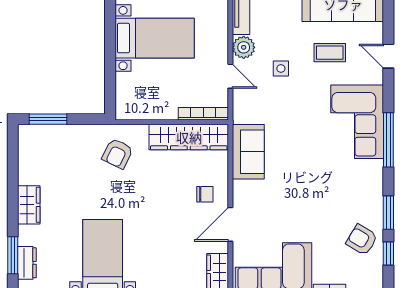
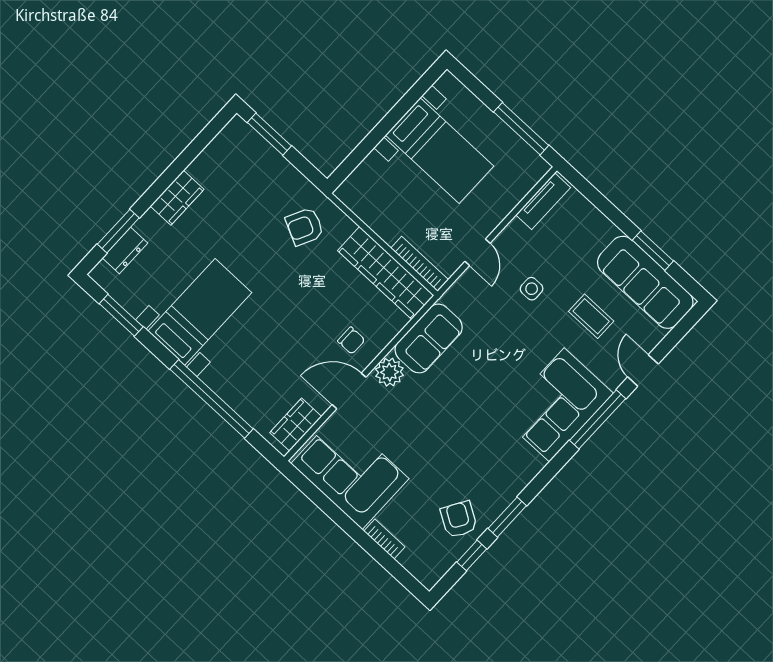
plant: (244, 47) -> (389, 372), moved
window: (388, 140) -> (598, 419), moved

